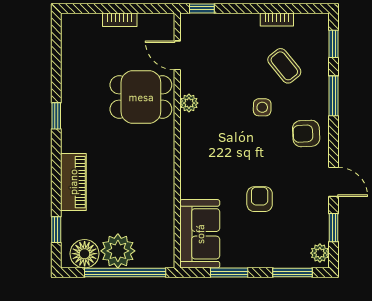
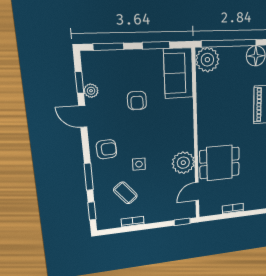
door: (177, 55) -> (197, 191), swing flipped
plant: (189, 103) -> (183, 163), width x1.87, depth x1.87
plant: (118, 251) -> (207, 60), moved
plant: (320, 253) -> (91, 91), moved

